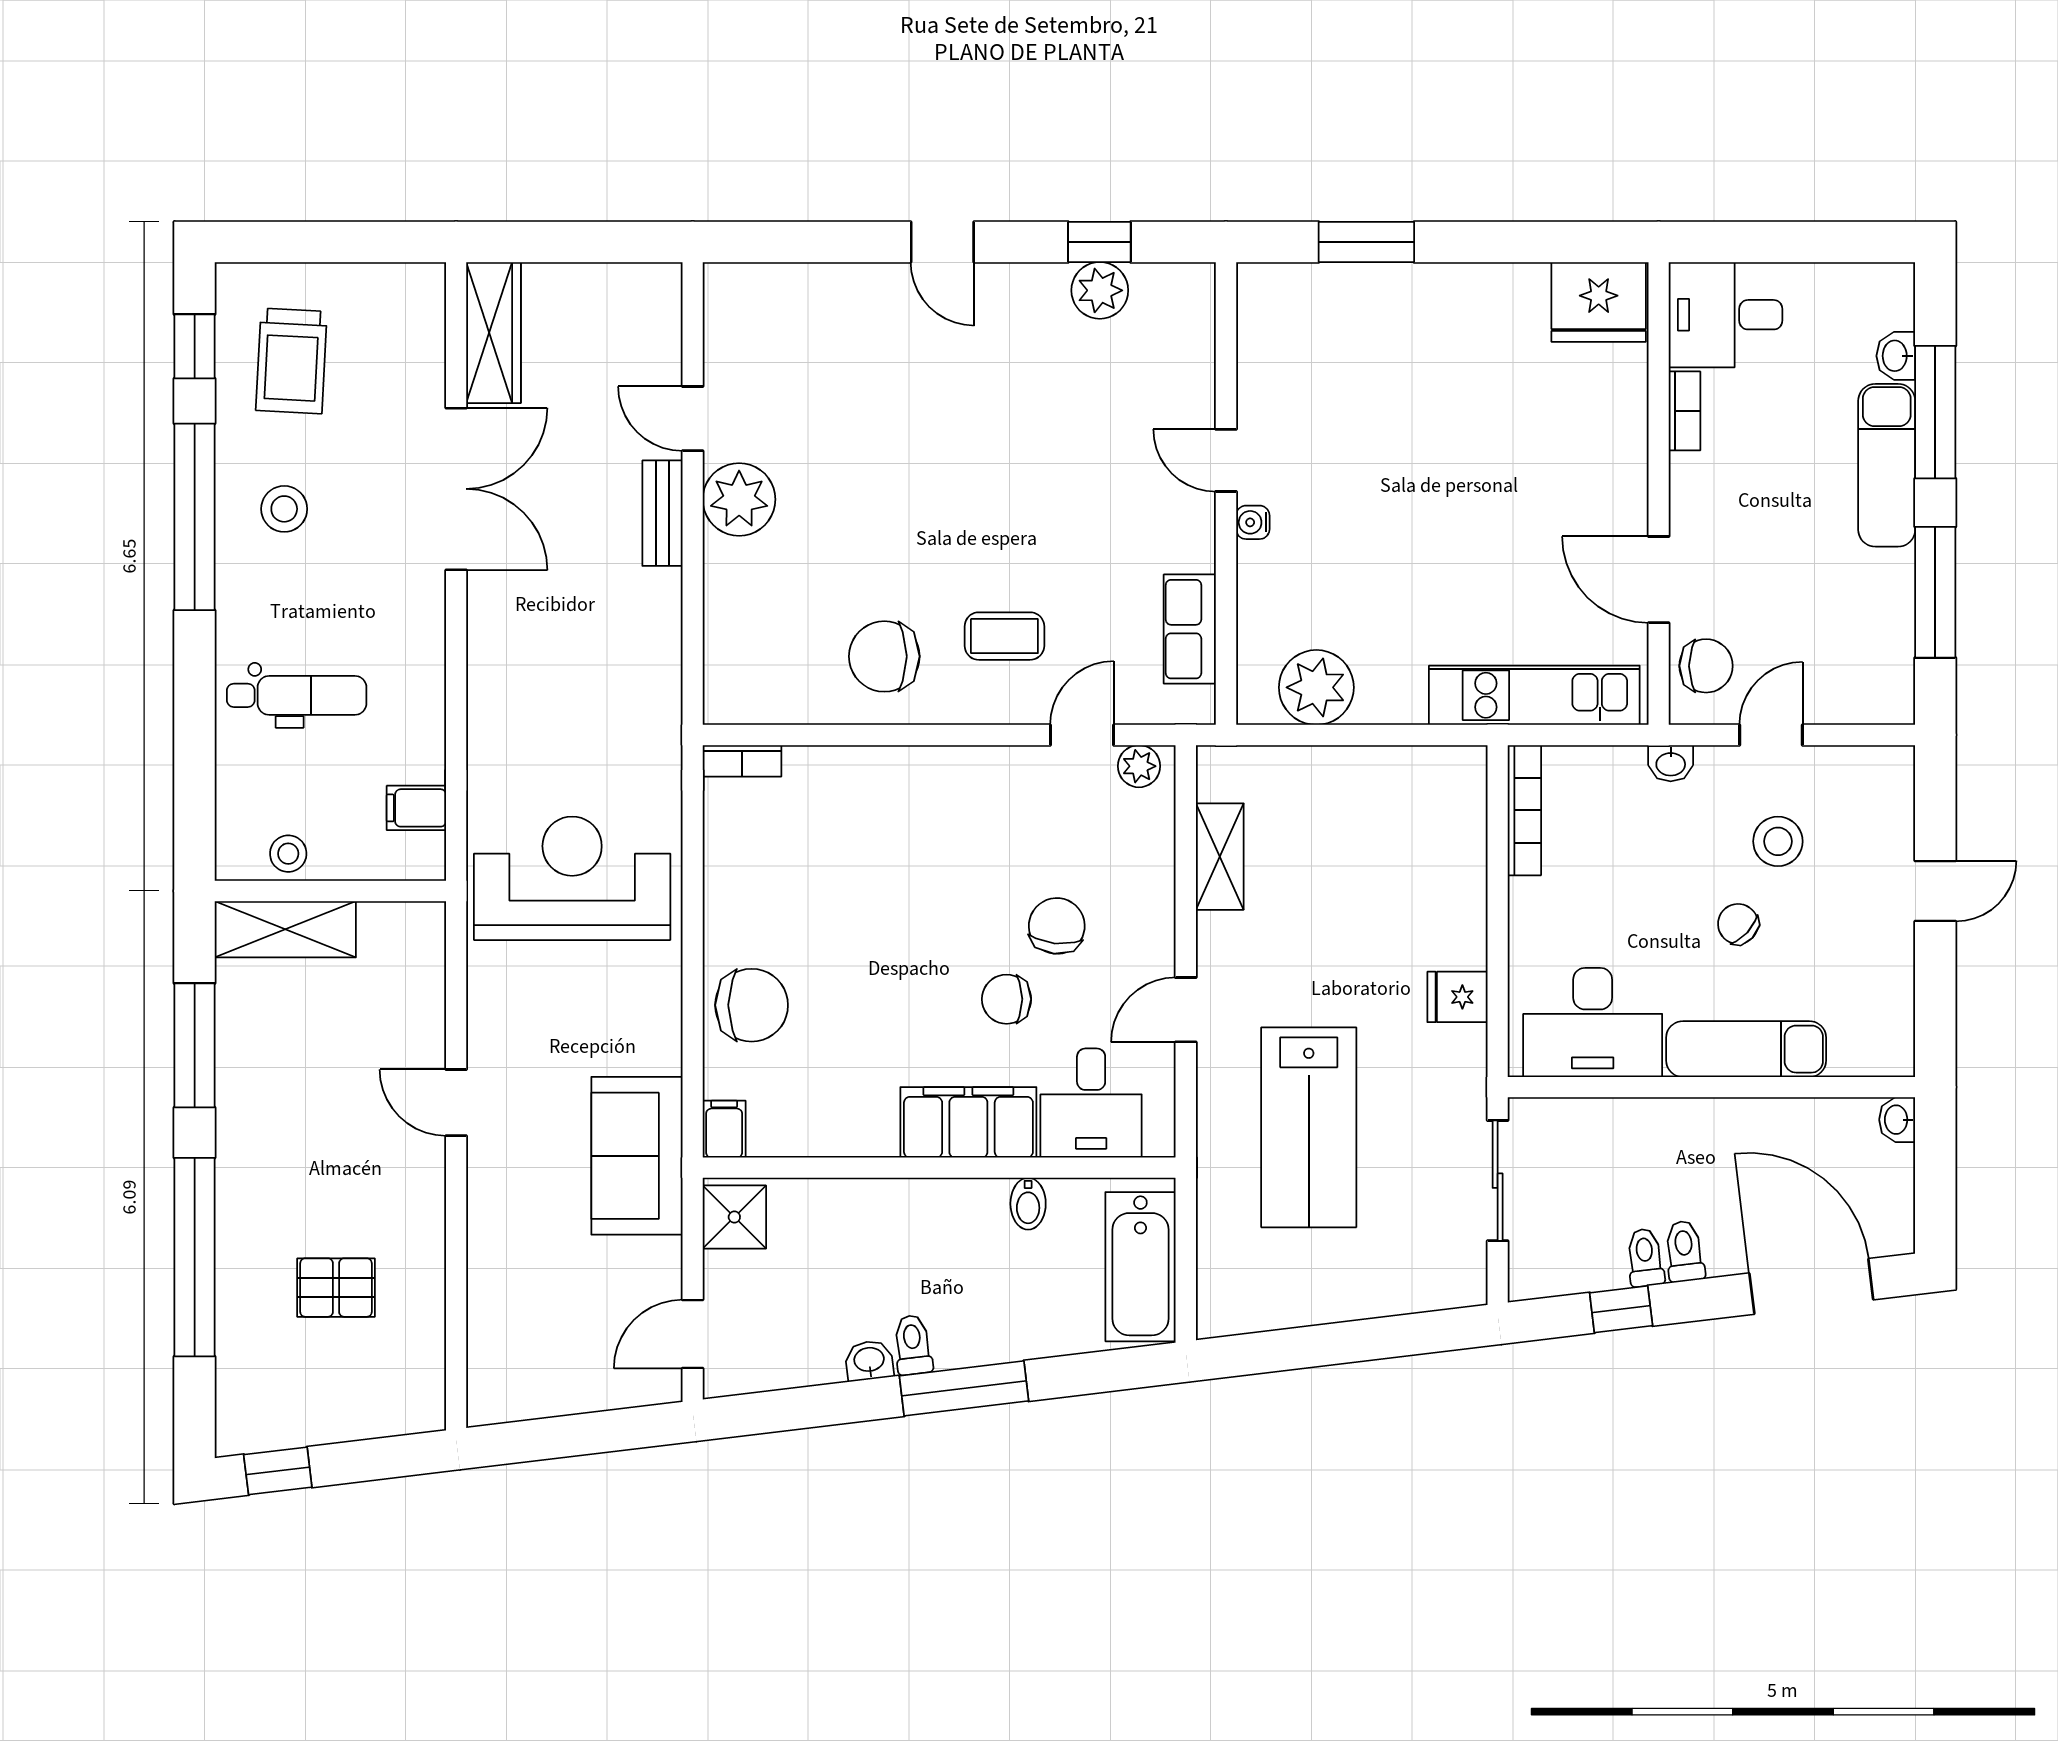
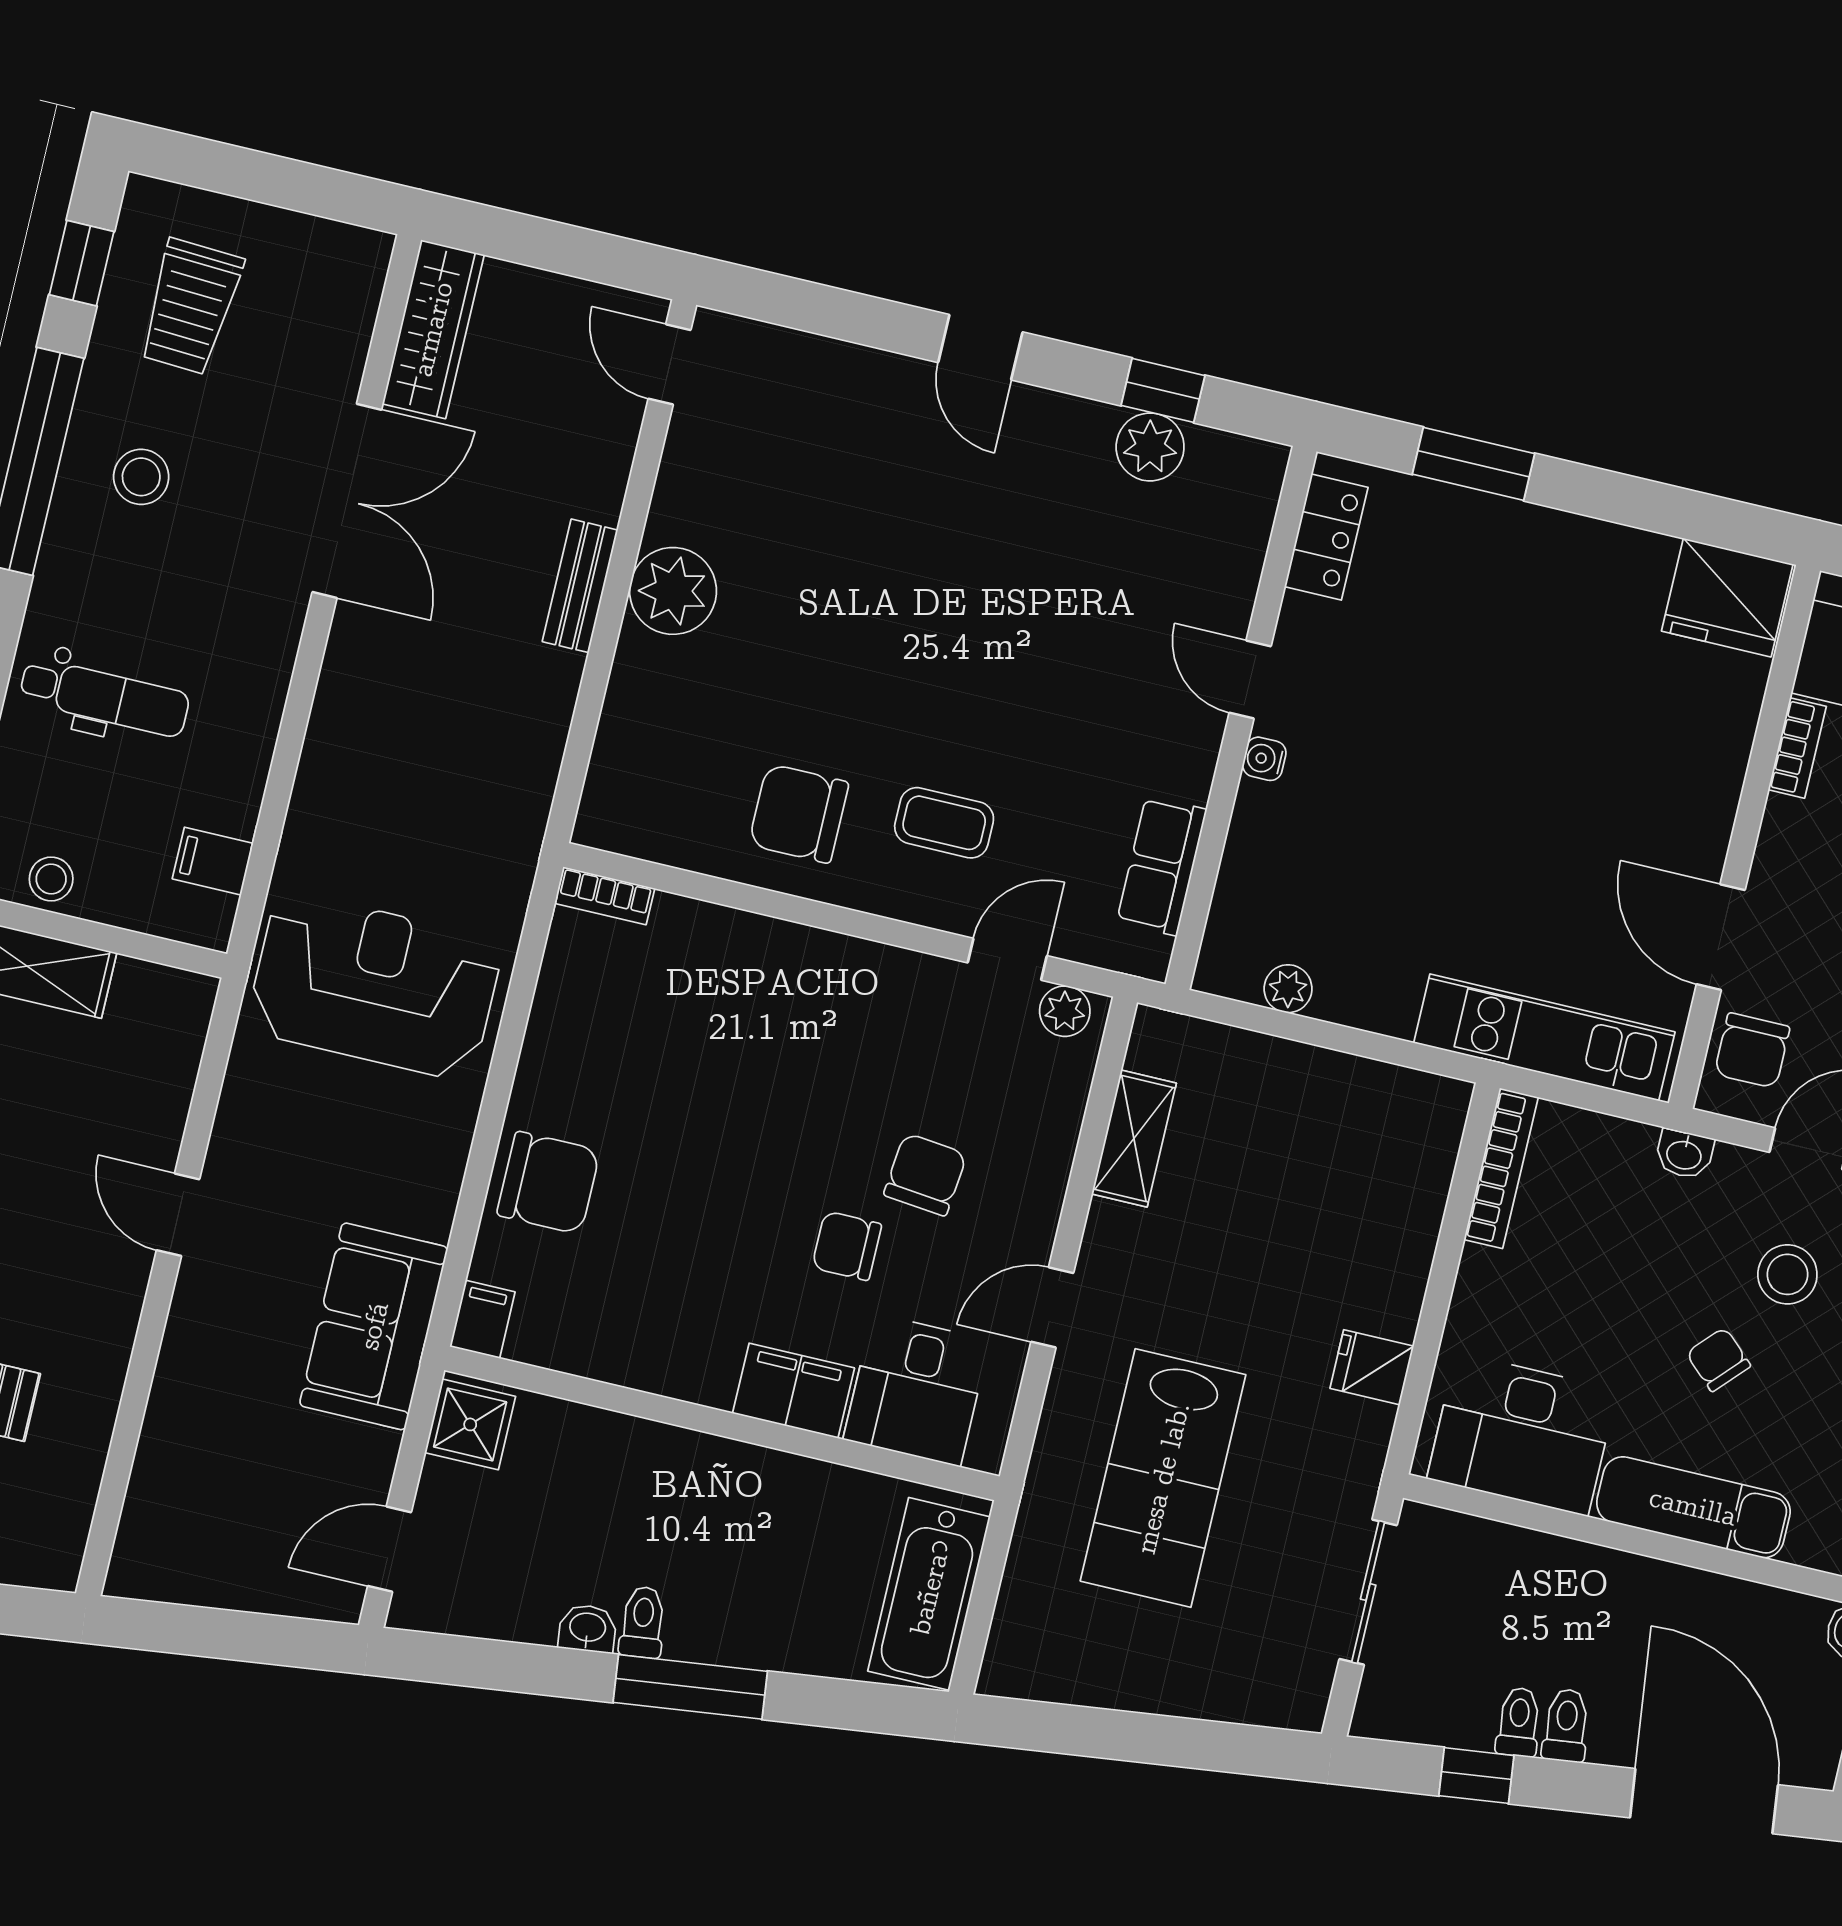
locker: (1261, 330) -> (1326, 537), added
door: (693, 419) -> (669, 364), moved
chair: (1706, 666) -> (1752, 1050), turned 90
plant: (1316, 687) -> (1288, 989), width x0.53, depth x0.53
filing cabinet: (968, 1122) -> (793, 1391), width x0.67, depth x0.86
bidet: (1028, 1204) -> (816, 1490), removed

